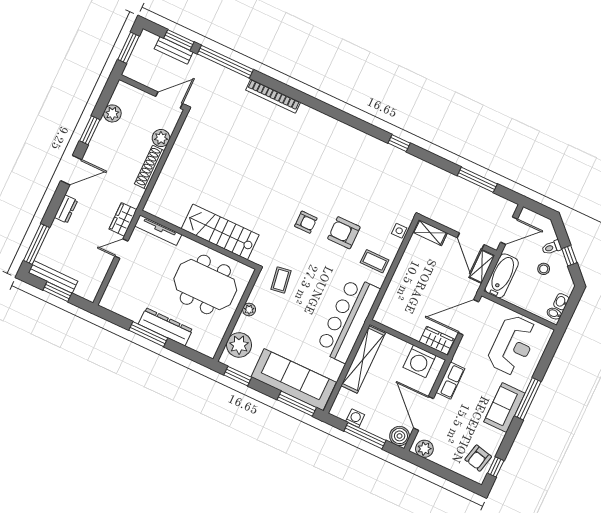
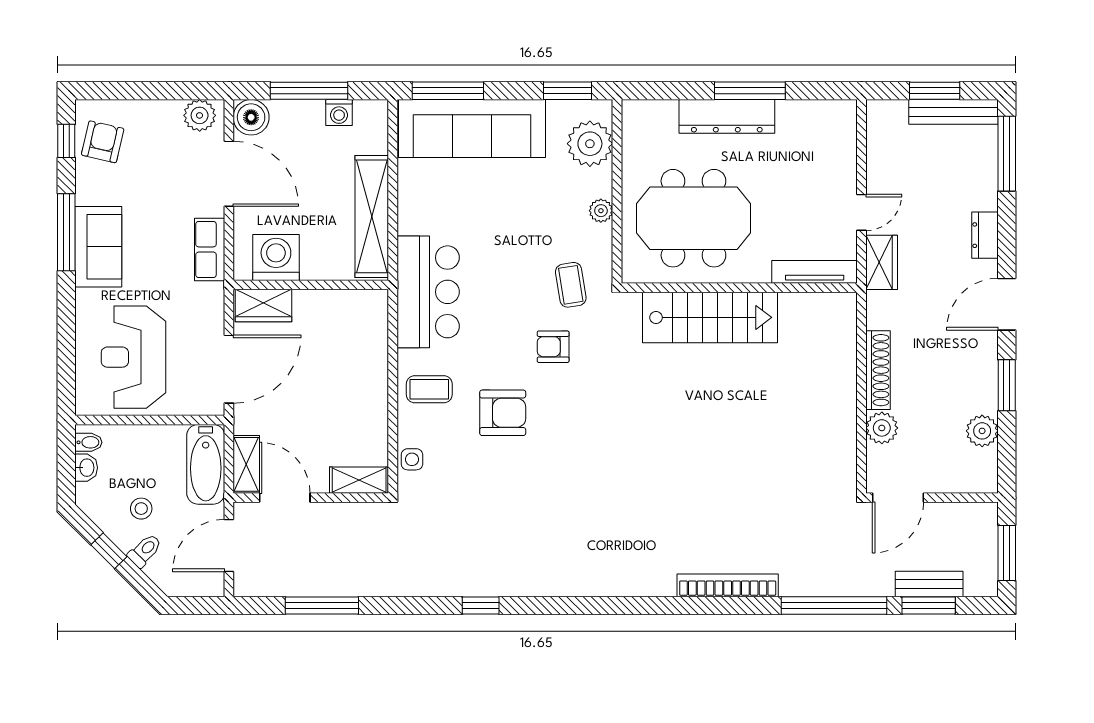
armchair: (306, 222) -> (553, 347), moved
bar counter: (348, 319) -> (428, 292), width x0.73
window: (528, 399) -> (66, 232), moved

